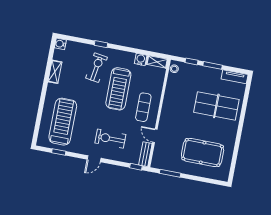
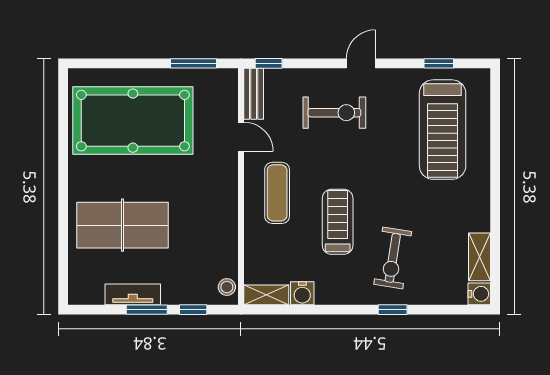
shelving: (55, 72) -> (479, 257), moved
tv unit: (235, 77) -> (133, 294), moved
treadmill: (118, 89) -> (338, 222), width x0.73, depth x0.73
pool table: (203, 152) -> (133, 121), width x1.36, depth x1.32

